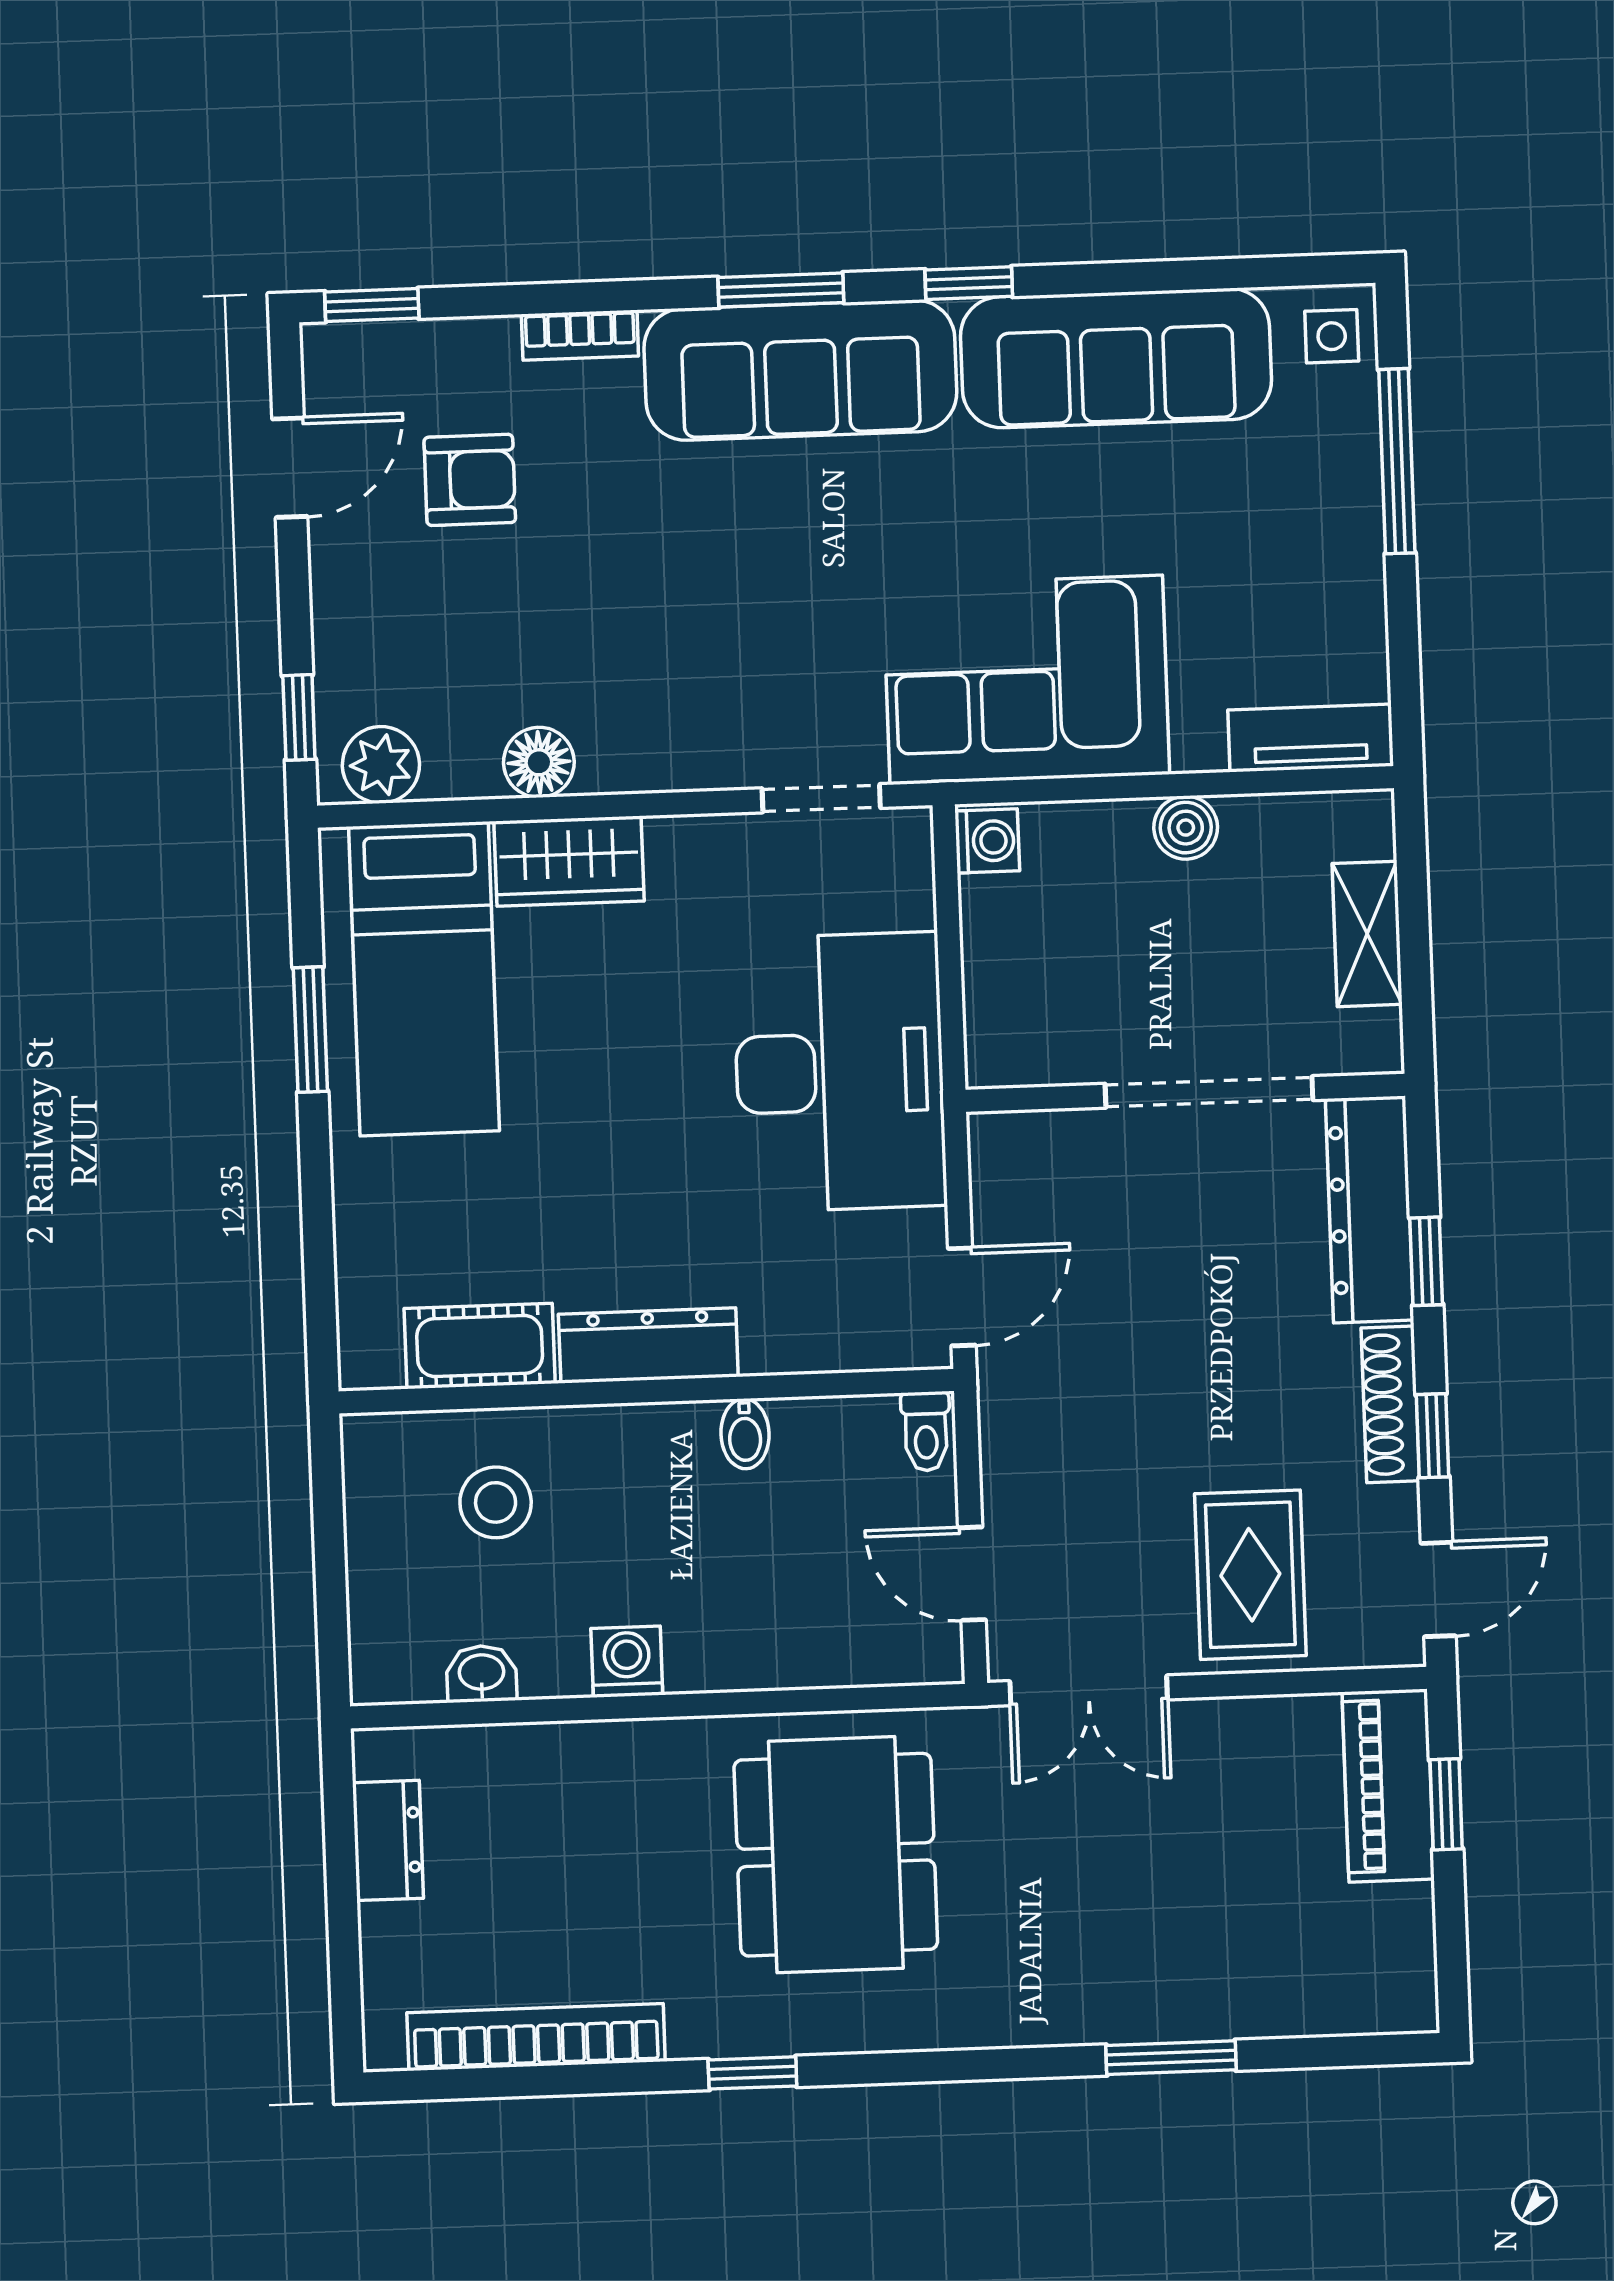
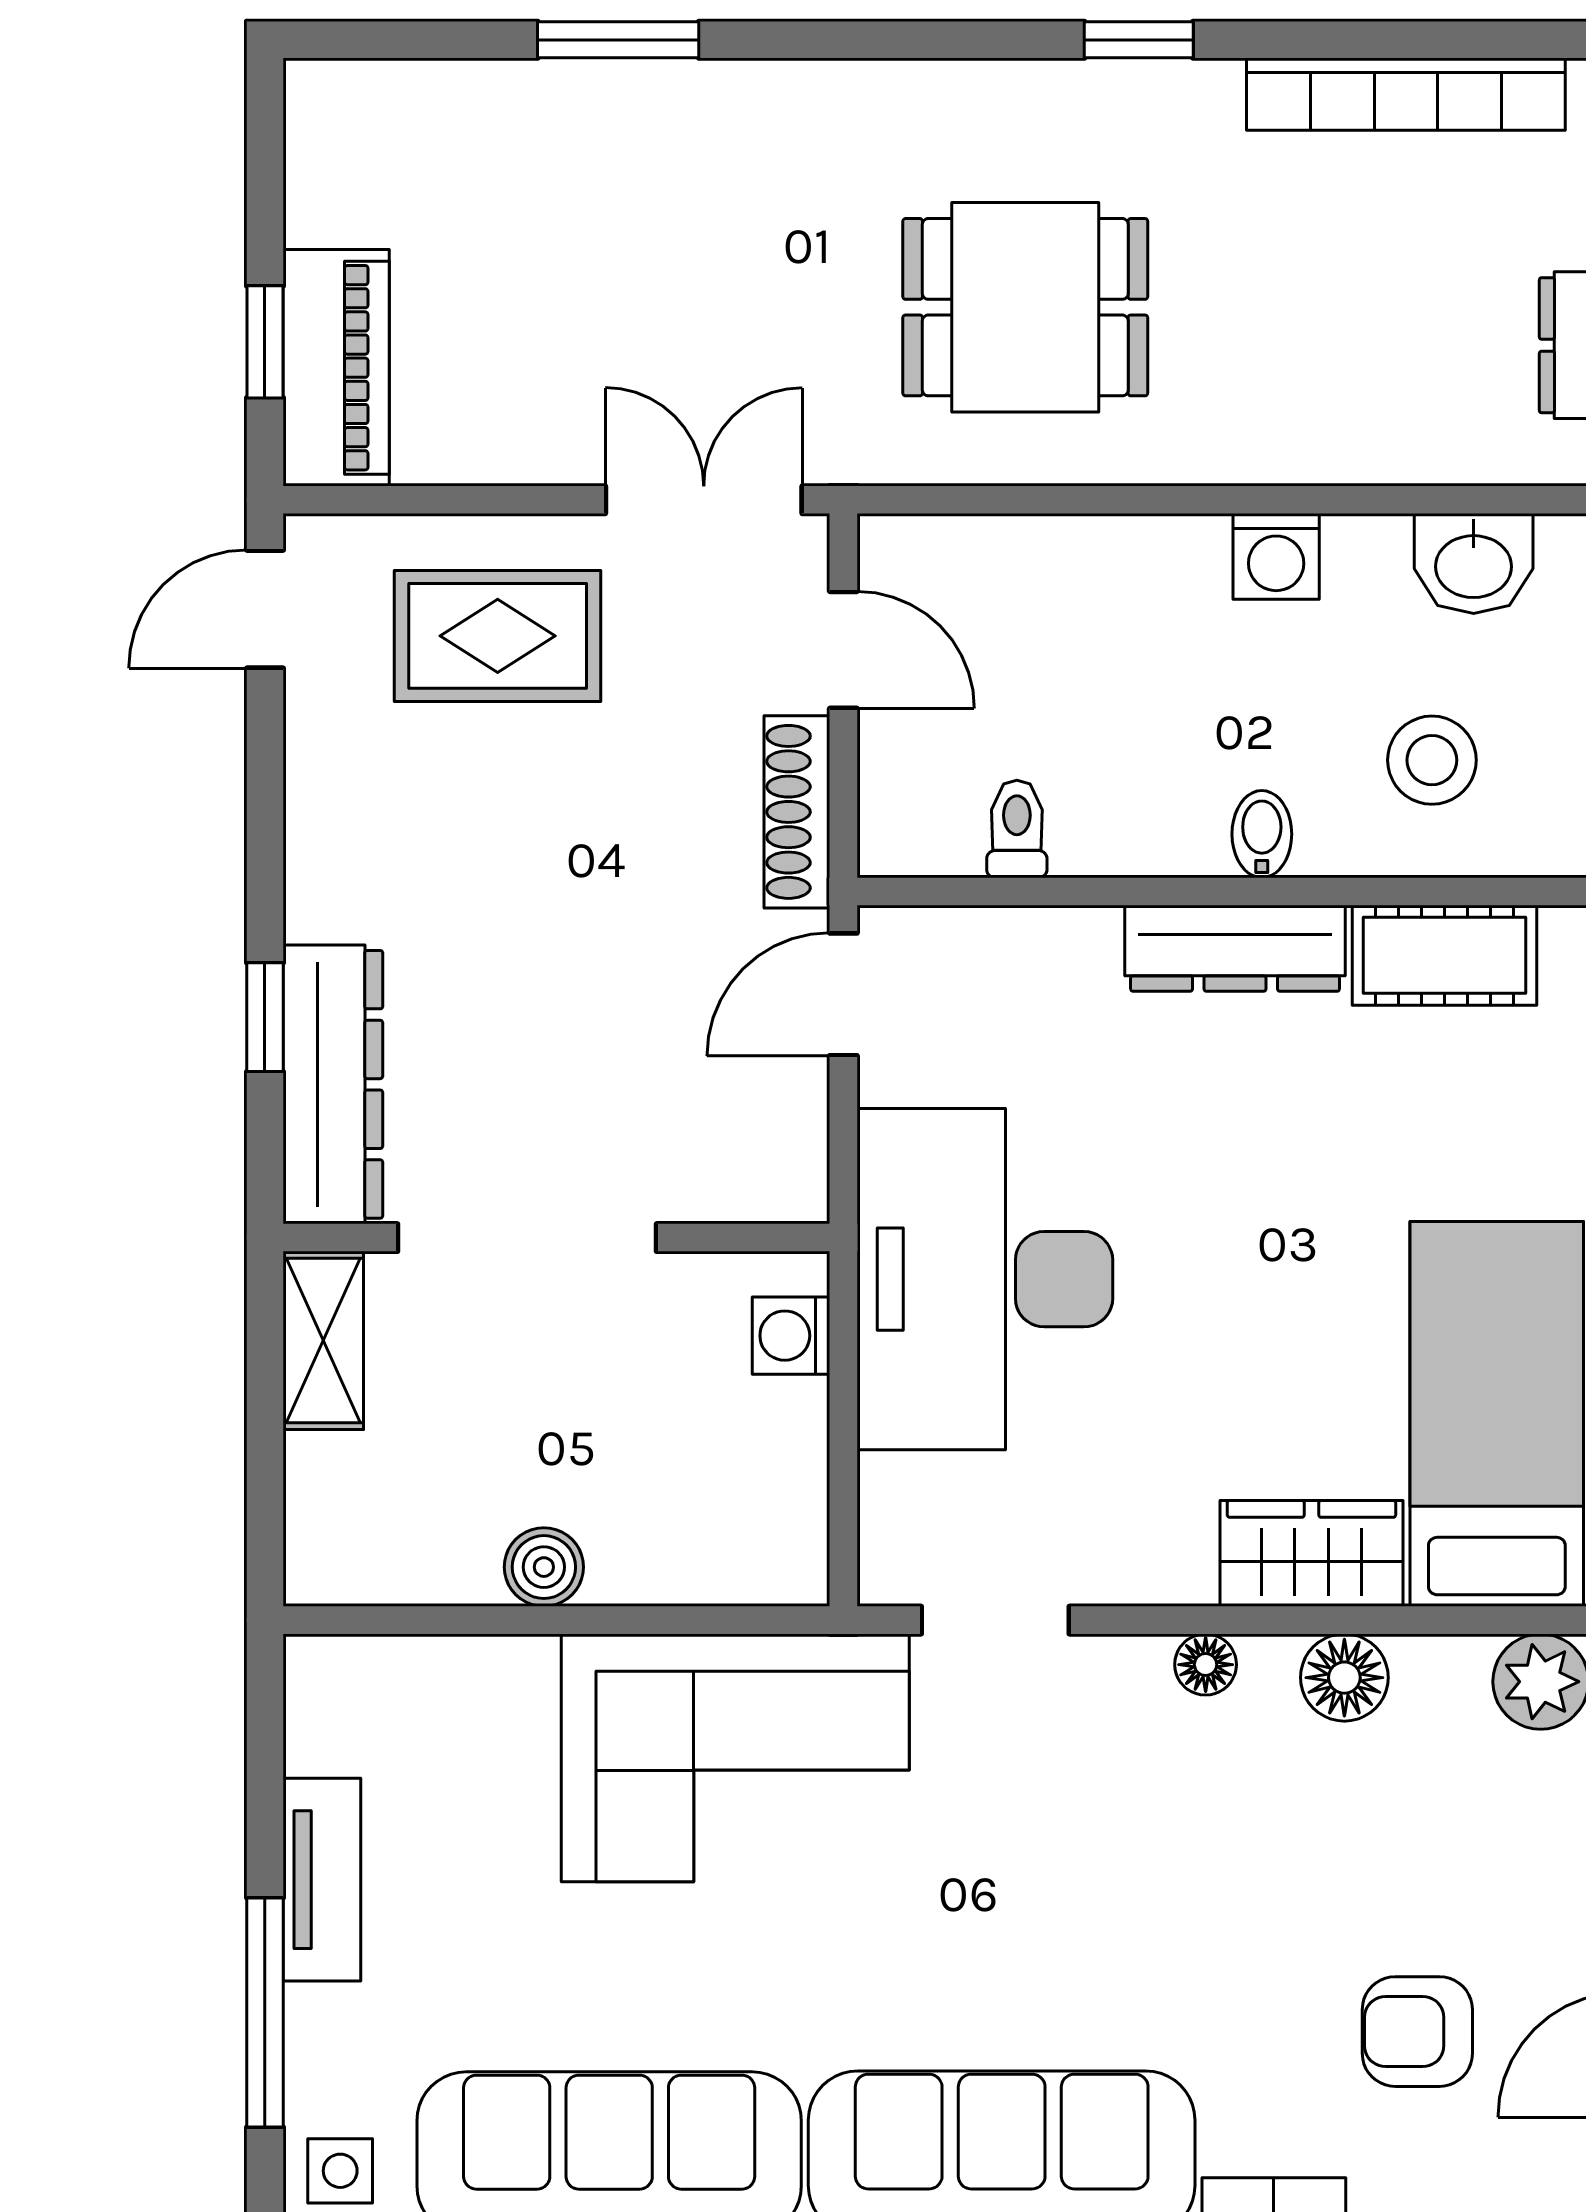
tv unit: (1311, 738) -> (322, 1880), moved, turned -90
floor lamp: (651, 769) -> (1206, 1665), added
washing machine: (987, 841) -> (791, 1336), moved
shelving: (1367, 934) -> (323, 1340), moved
shoe rack: (1390, 1404) -> (797, 812), moved, turned 180
toilet: (926, 1431) -> (1017, 829), moved
bidet: (745, 1434) -> (1262, 834), moved
window: (1433, 1436) -> (265, 800), removed
rug: (1250, 1575) -> (498, 636), turned 90
washbasin: (482, 1674) -> (1474, 564), width x1.38, depth x1.45
dining table: (836, 1855) -> (1025, 307), width x0.73

